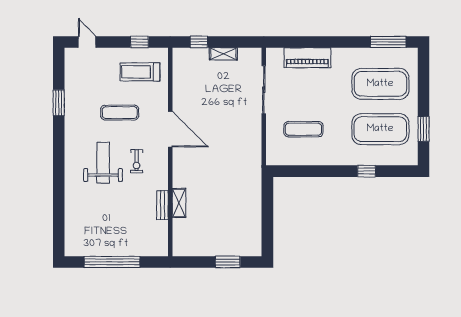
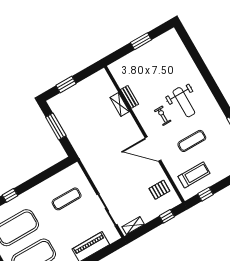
shelving: (223, 54) -> (133, 226), moved
pallet: (190, 78) -> (159, 190), added
window: (267, 220) -> (56, 126), added
window: (112, 262) -> (141, 41), width x0.47

